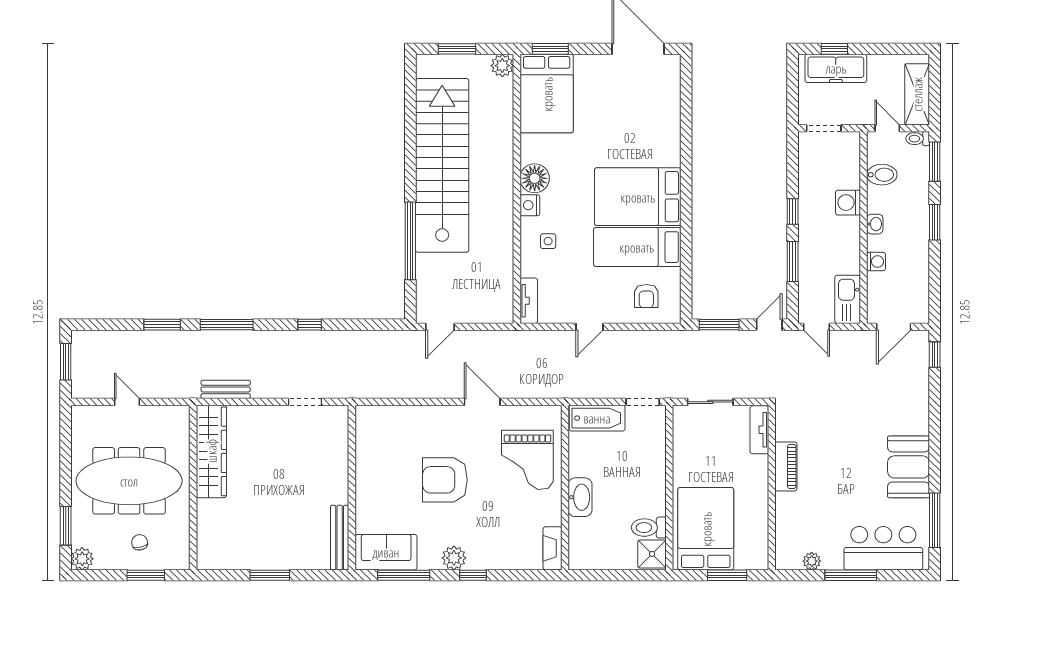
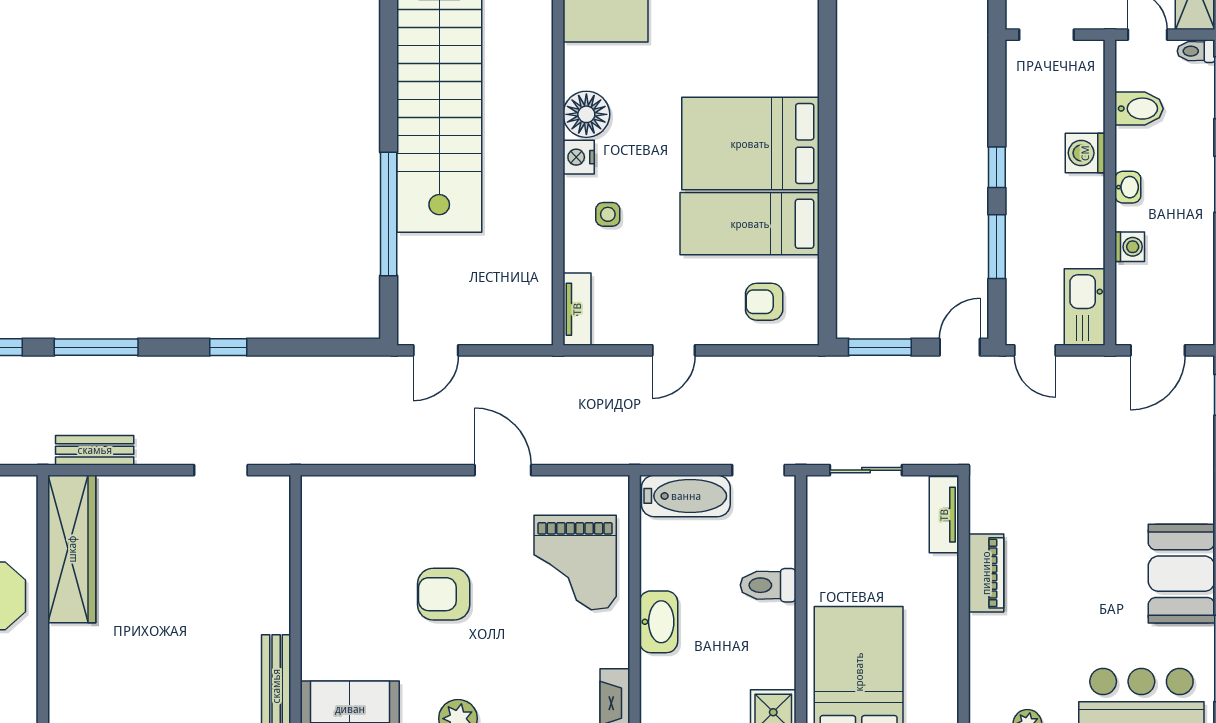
armchair: (646, 296) -> (764, 302), turned 90
armchair: (445, 480) -> (444, 594), width x0.73, depth x0.73
toilet: (649, 528) -> (768, 585), moved

